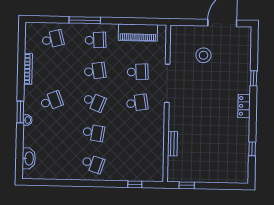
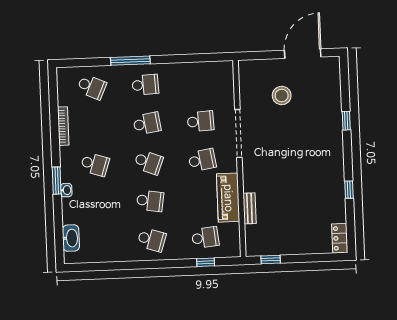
piano: (138, 33) -> (228, 198), moved, turned 90
school desk: (53, 39) -> (92, 87), turned 39
school desk: (51, 101) -> (95, 164), turned 39
locker: (244, 106) -> (340, 238), moved
window: (252, 149) -> (349, 190), moved
school desk: (136, 165) -> (205, 238), added

